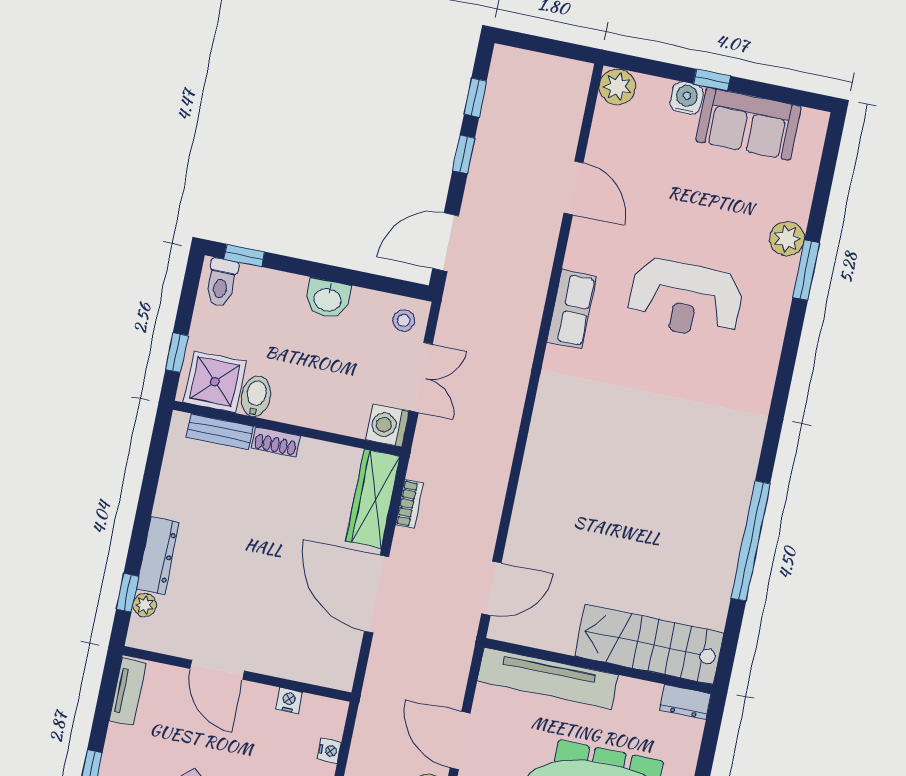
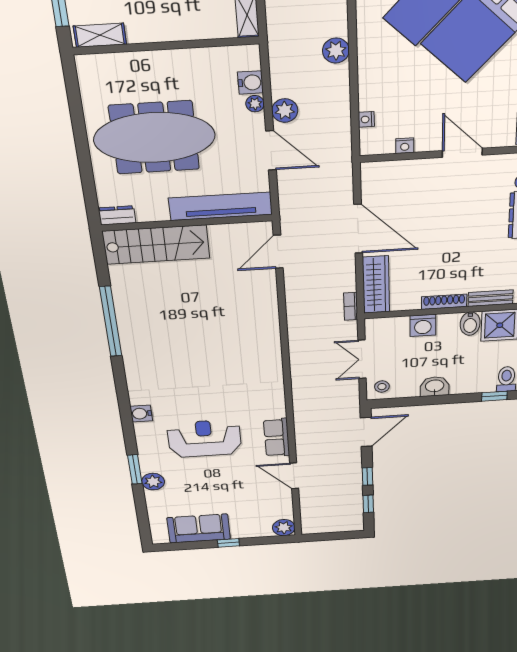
water cooler: (686, 98) -> (141, 414), moved, turned 90
row of seats: (572, 309) -> (277, 438), moved
washing machine: (388, 425) -> (423, 325), moved, turned 90
shoe rack: (276, 442) -> (444, 302), width x1.43
bookcase: (409, 504) -> (351, 306), moved

